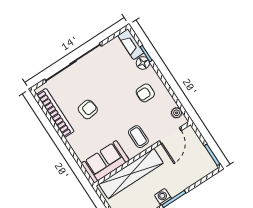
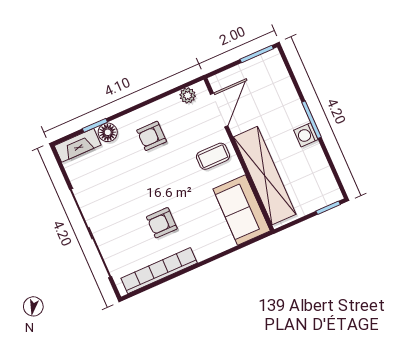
armchair: (145, 93) -> (152, 136), turned 90
armchair: (88, 109) -> (162, 223), turned -82
door: (170, 136) -> (219, 110), hinge flipped

